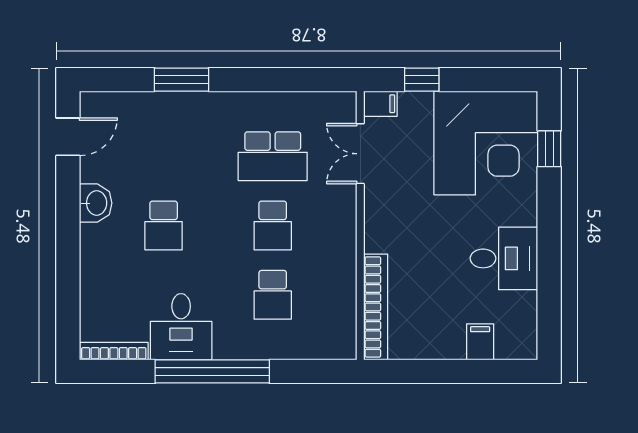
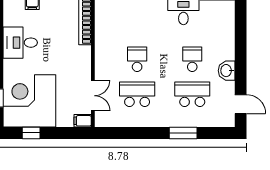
window: (422, 80) -> (31, 133), moved
door: (68, 137) -> (241, 104), swing flipped
school desk: (273, 295) -> (192, 94), moved, width x1.85

